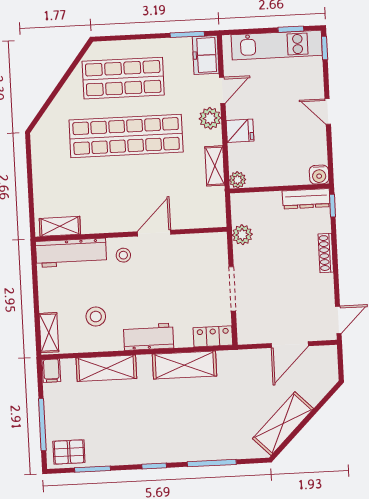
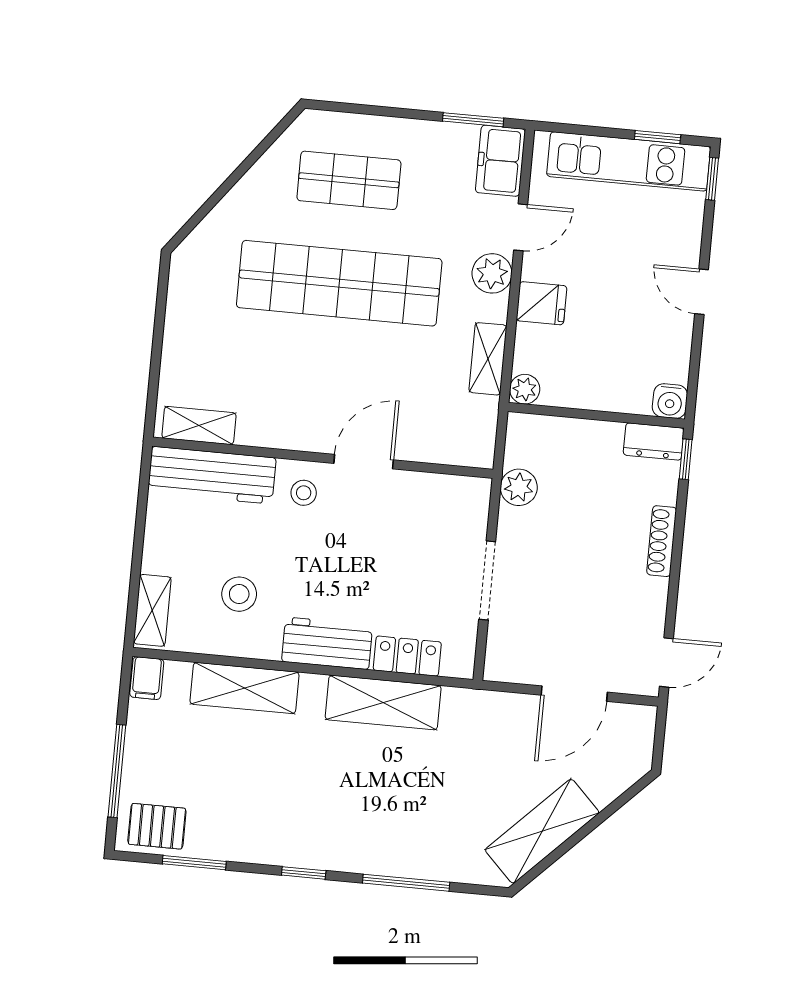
shop shelf: (123, 78) -> (349, 180), width x0.70, depth x0.74
dresser: (306, 199) -> (654, 442), width x0.70
locker: (213, 336) -> (407, 656), moved

